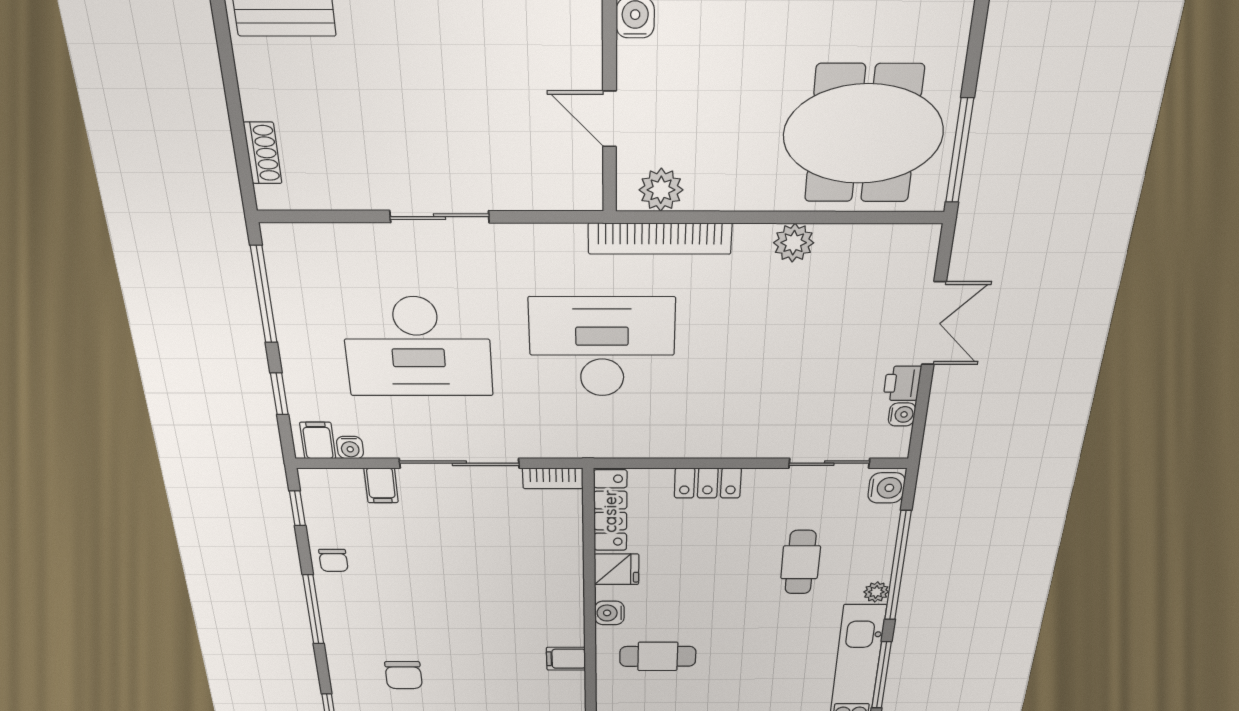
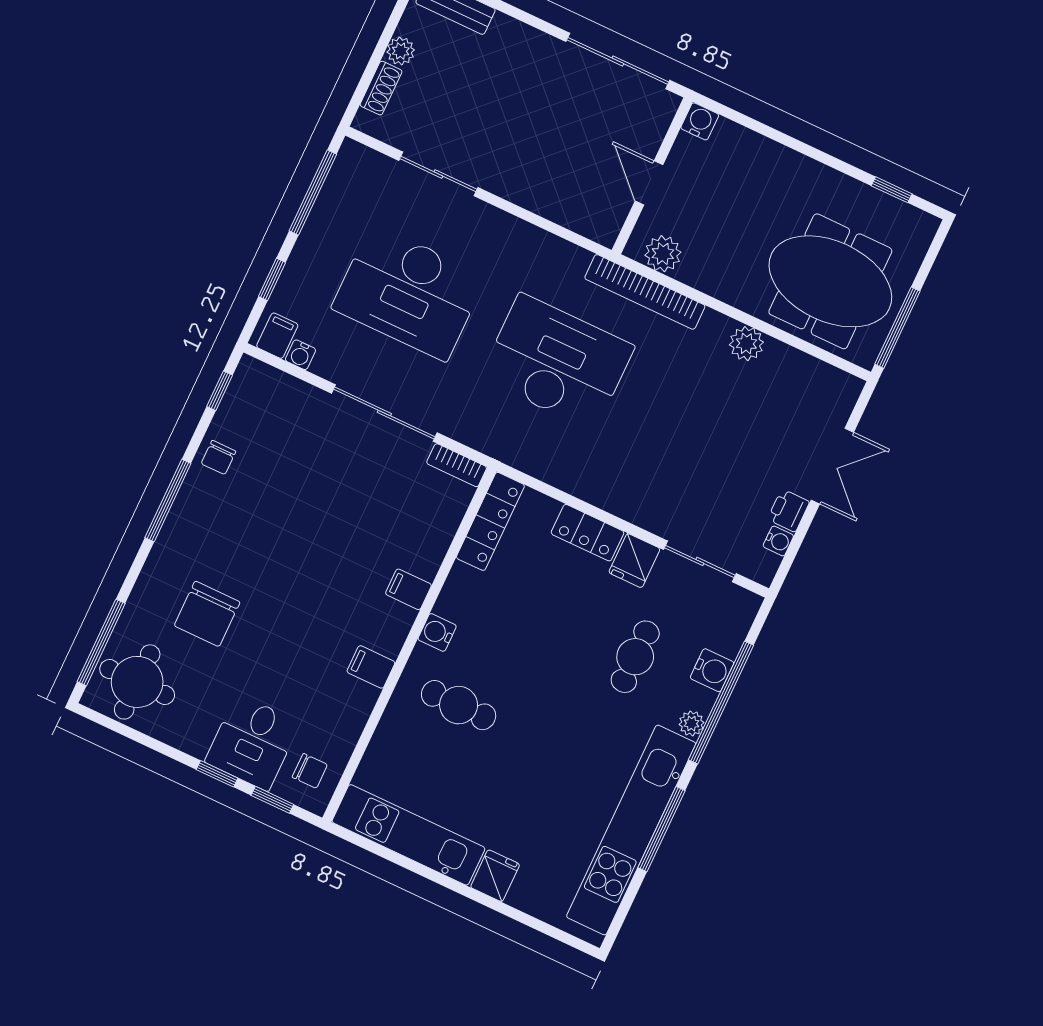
plant: (257, 101) -> (401, 51), added
sliding door: (440, 217) -> (438, 174), moved
filing cabinet: (381, 485) -> (408, 589), moved, turned 90
water cooler: (886, 488) -> (712, 670), moved
fridge: (617, 569) -> (634, 561), moved, turned 90
chair: (404, 675) -> (207, 614), width x1.37, depth x1.37

